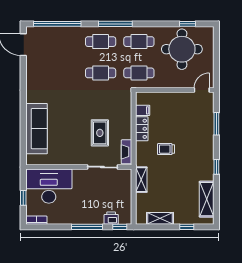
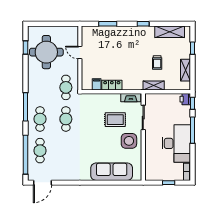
cafe table: (139, 42) -> (40, 151), moved
door: (202, 90) -> (80, 53), moved
trolley: (166, 149) -> (157, 63), moved
side table: (74, 150) -> (129, 141), added
desk: (49, 186) -> (176, 143), moved, turned 180
printer: (111, 218) -> (185, 99), moved

